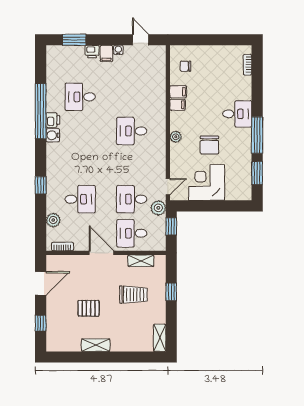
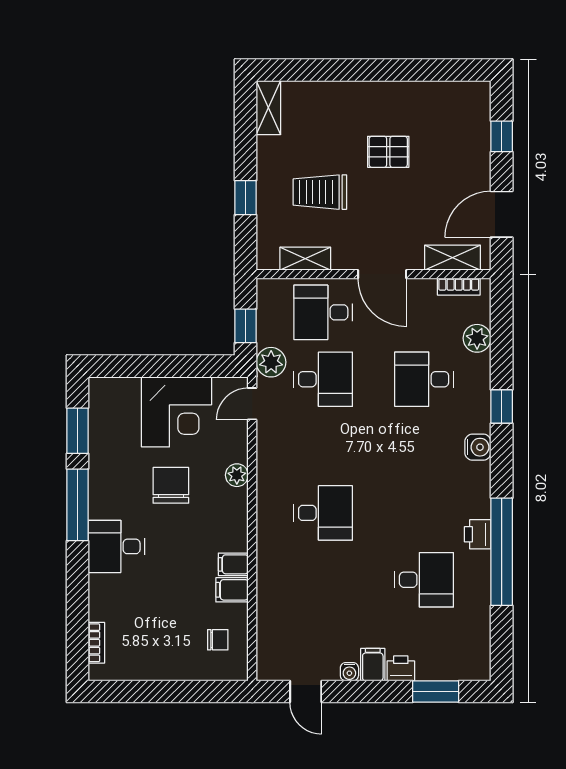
water cooler: (53, 135) -> (478, 447), moved
plant: (176, 137) -> (237, 475), moved
desk: (132, 233) -> (323, 312), turned 180
pallet: (89, 308) -> (388, 152), moved
shelving: (96, 345) -> (452, 258), moved

